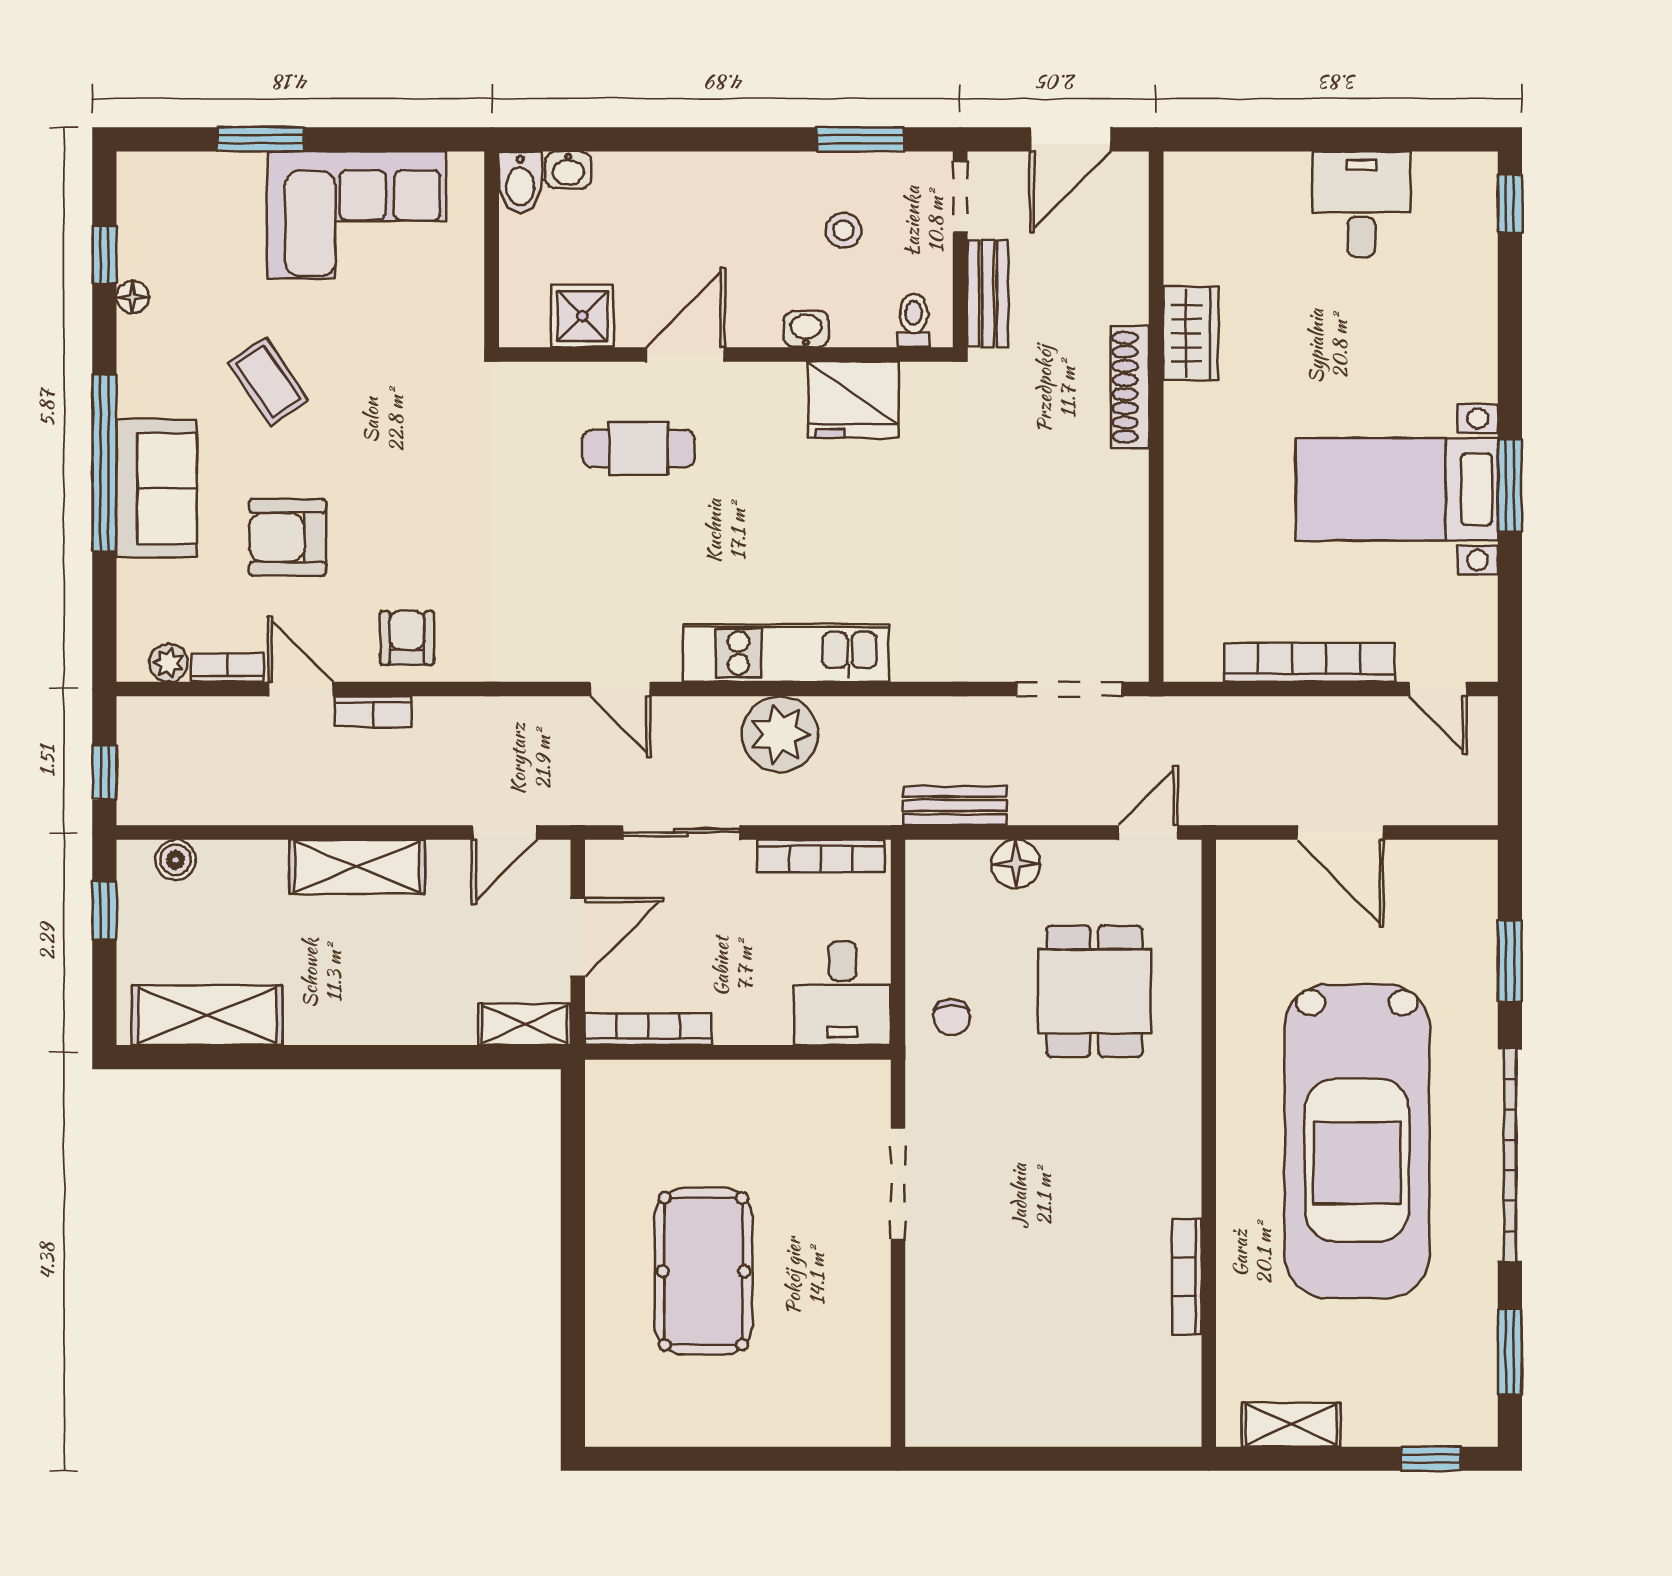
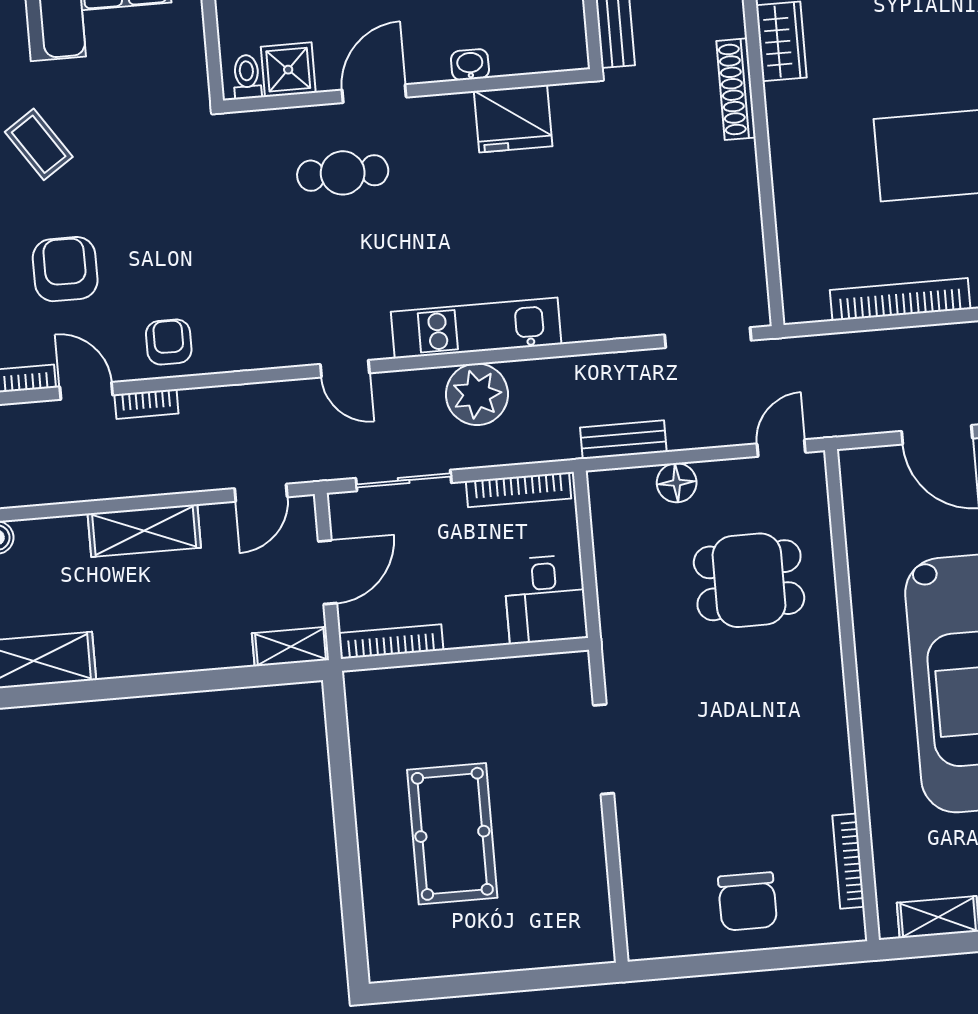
toilet: (914, 320) -> (247, 77), moved
armchair: (288, 537) -> (65, 269), turned 90
dining table: (1094, 991) -> (749, 580), turned 90
chair: (952, 1017) -> (747, 901), moved, width x1.87, depth x1.87
bookcase: (1187, 1277) -> (848, 861), moved

